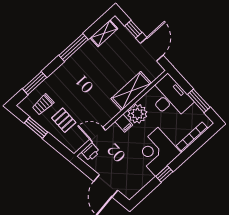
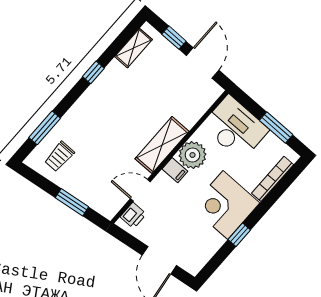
window: (74, 47) -> (93, 72), width x0.46
shelving: (131, 91) -> (162, 145), moved
pallet: (64, 120) -> (91, 175), removed
window: (36, 128) -> (72, 202), moved

